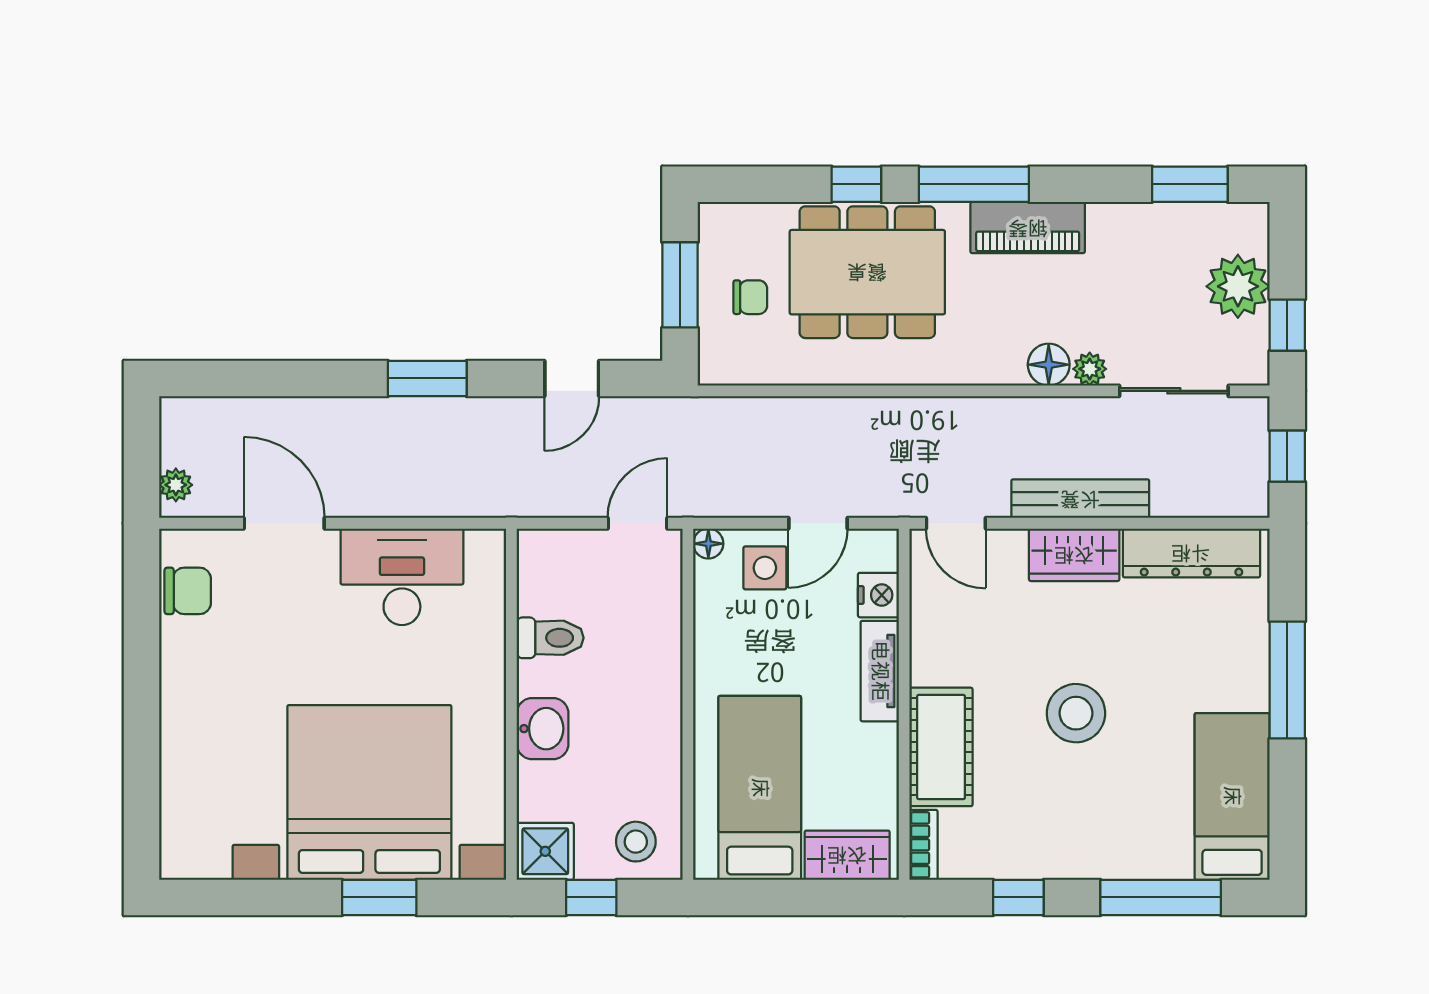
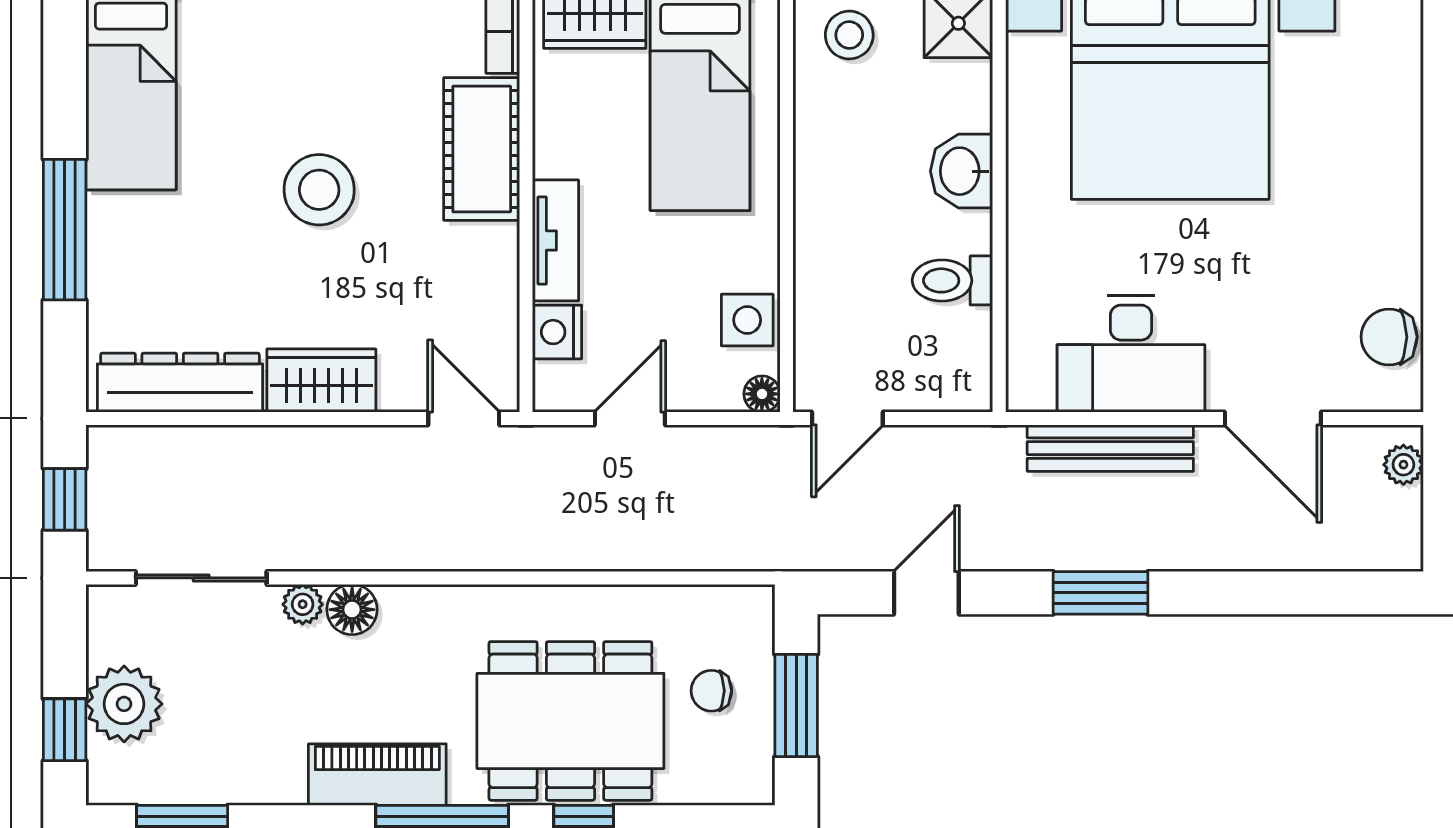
window: (1287, 325) -> (65, 730), moved
bench: (1080, 499) -> (1110, 448), moved
side table: (765, 568) -> (747, 320), moved

